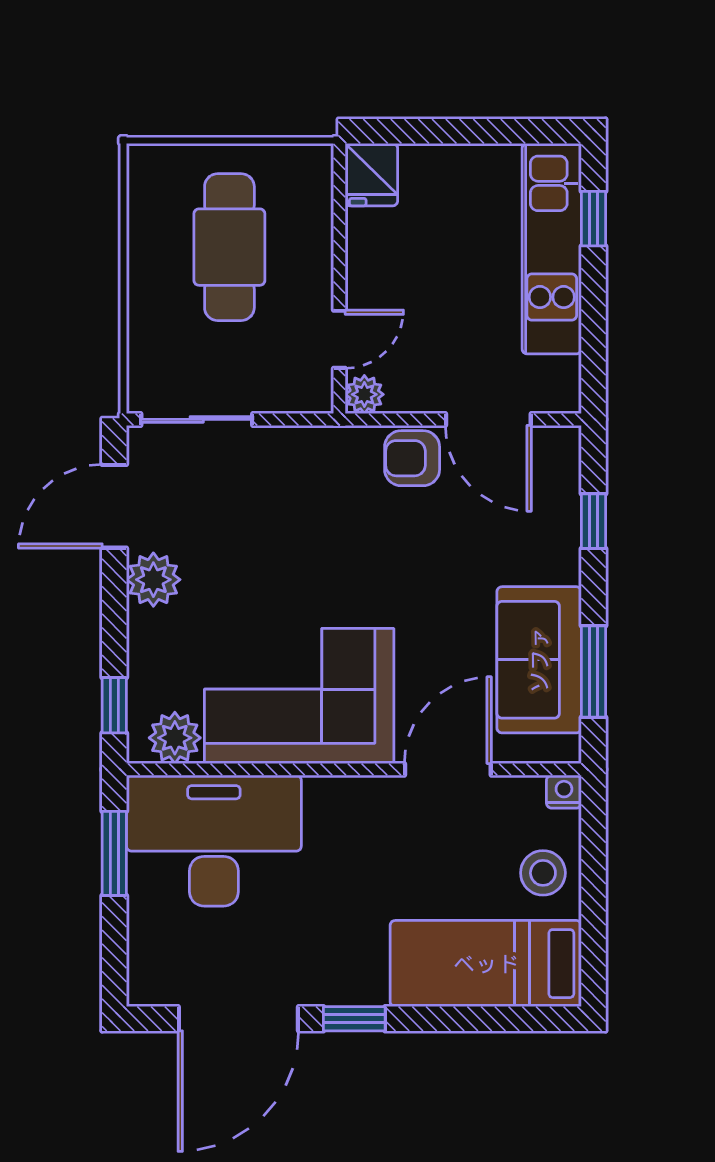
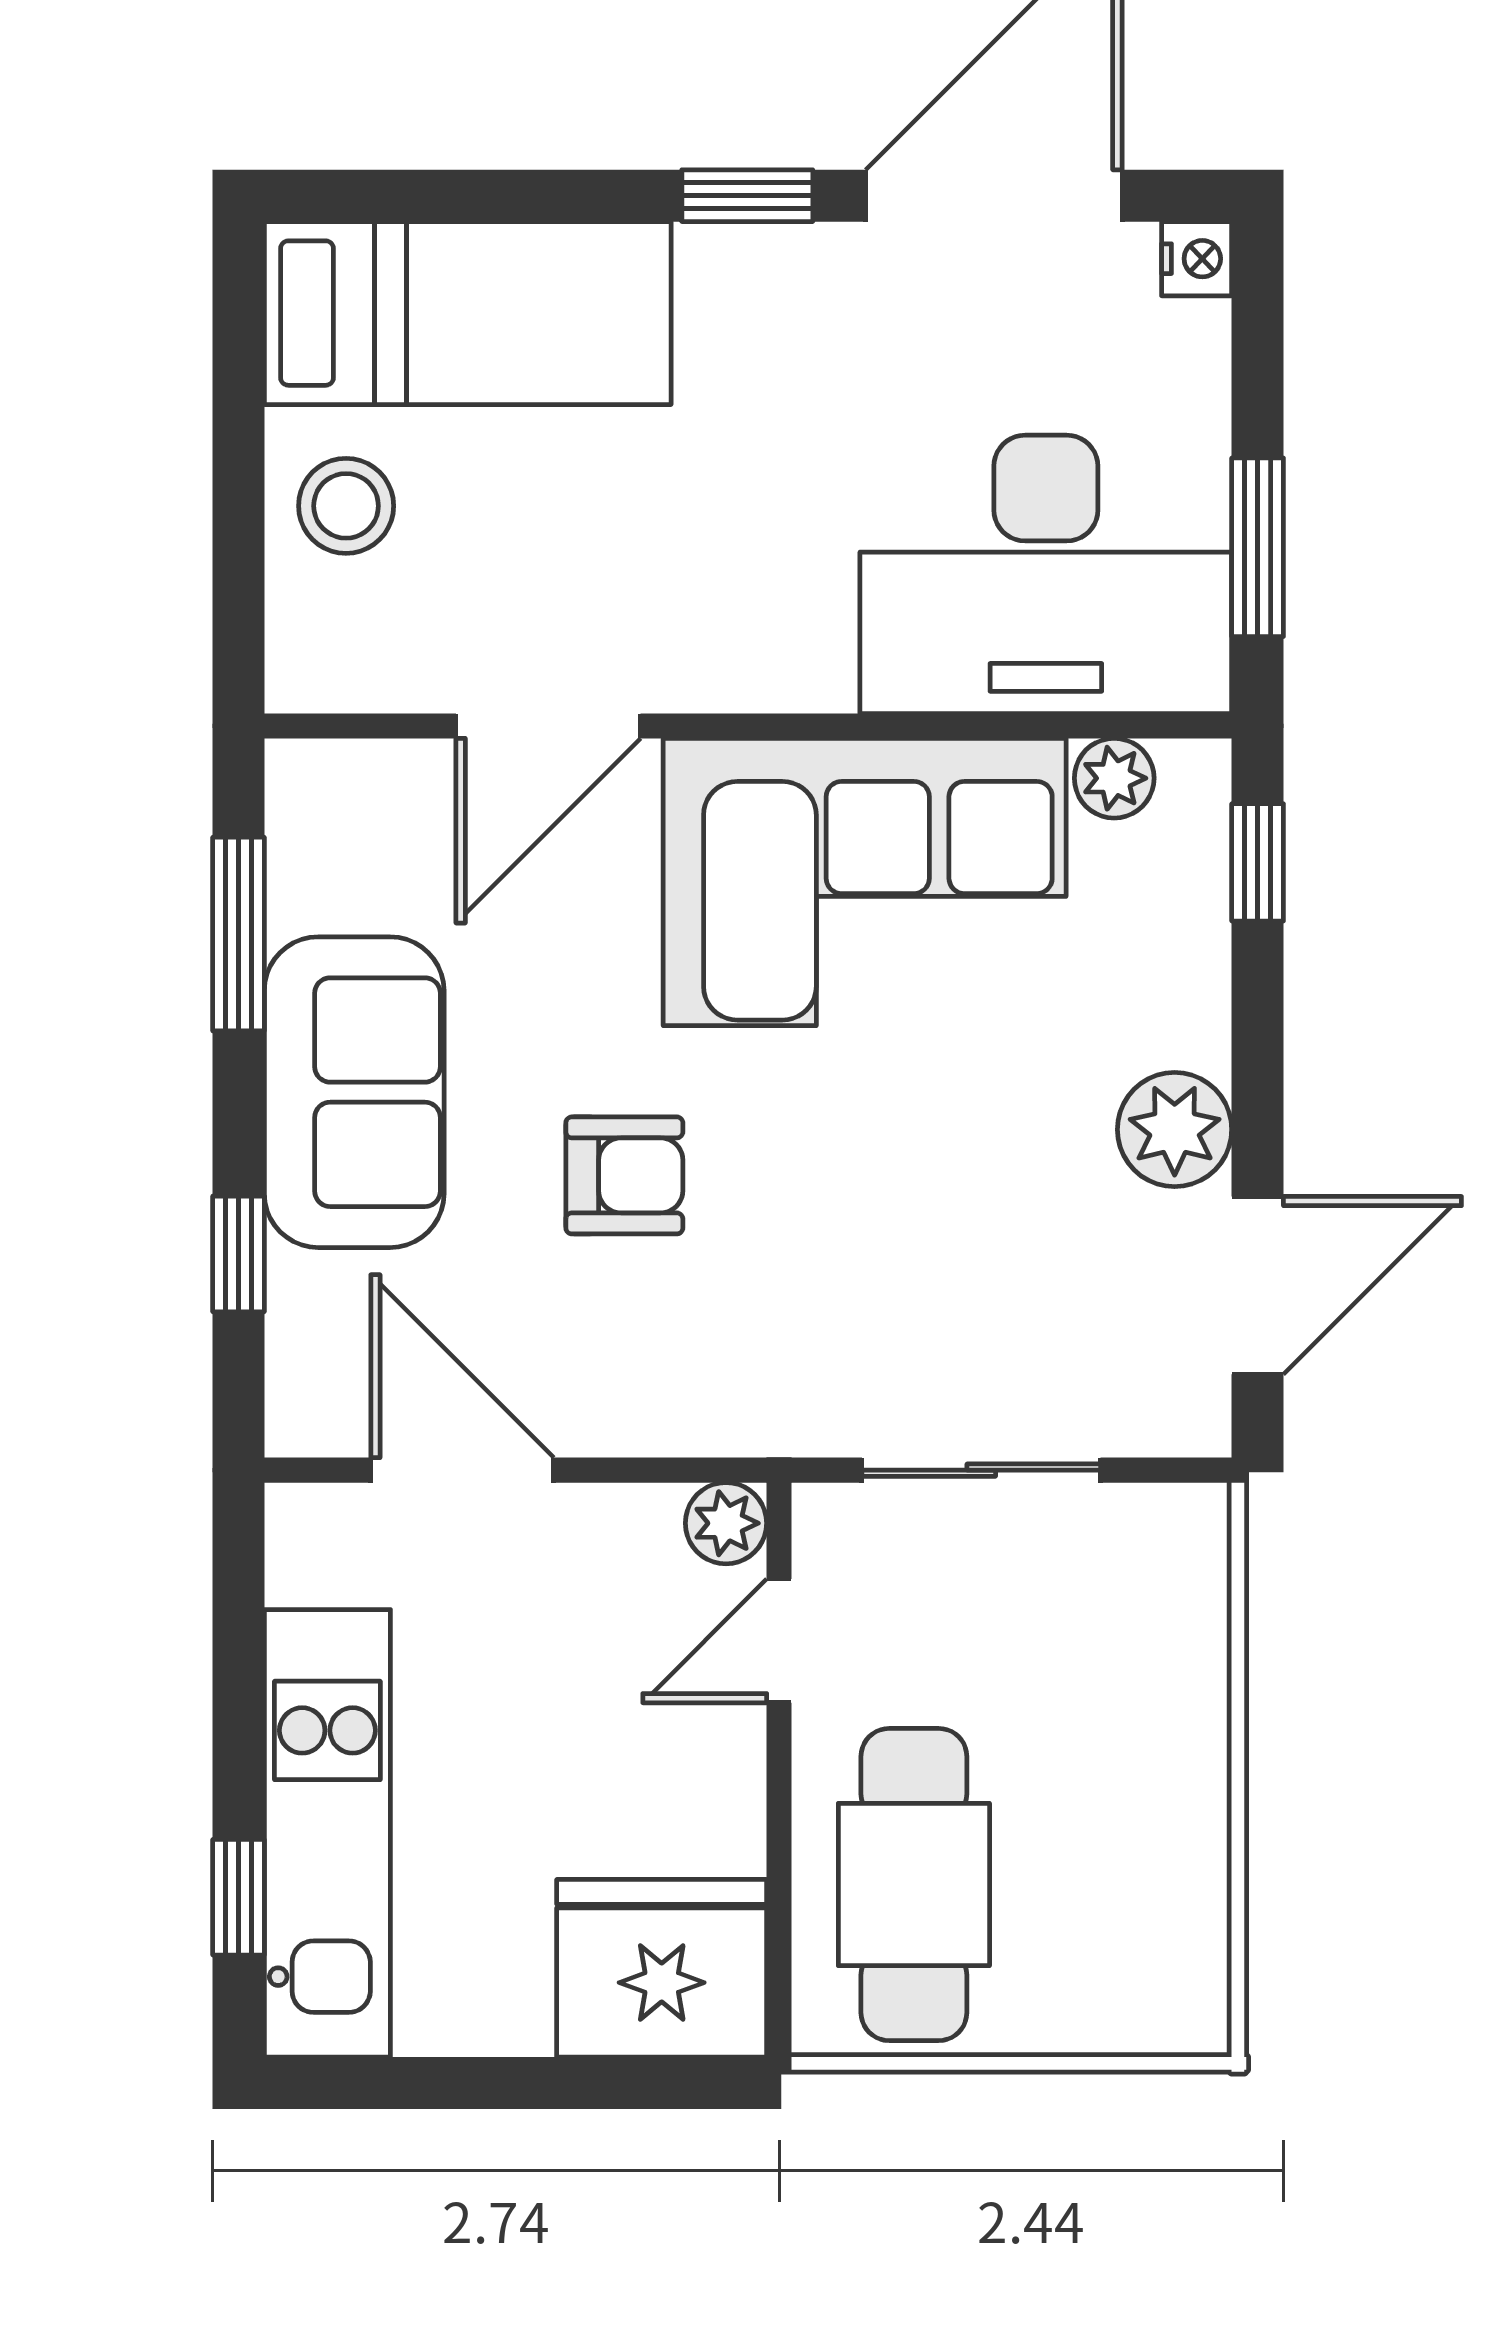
fridge: (371, 175) -> (662, 1968), width x1.88, depth x1.34
cafe table: (229, 247) -> (914, 1885), moved
sliding door: (197, 419) -> (981, 1470), moved
armchair: (412, 458) -> (624, 1175), moved
sofa: (539, 660) -> (354, 1092), moved
plant: (175, 738) -> (1114, 778), width x0.73, depth x0.73
nightstand: (564, 792) -> (1197, 259), moved, turned -90

